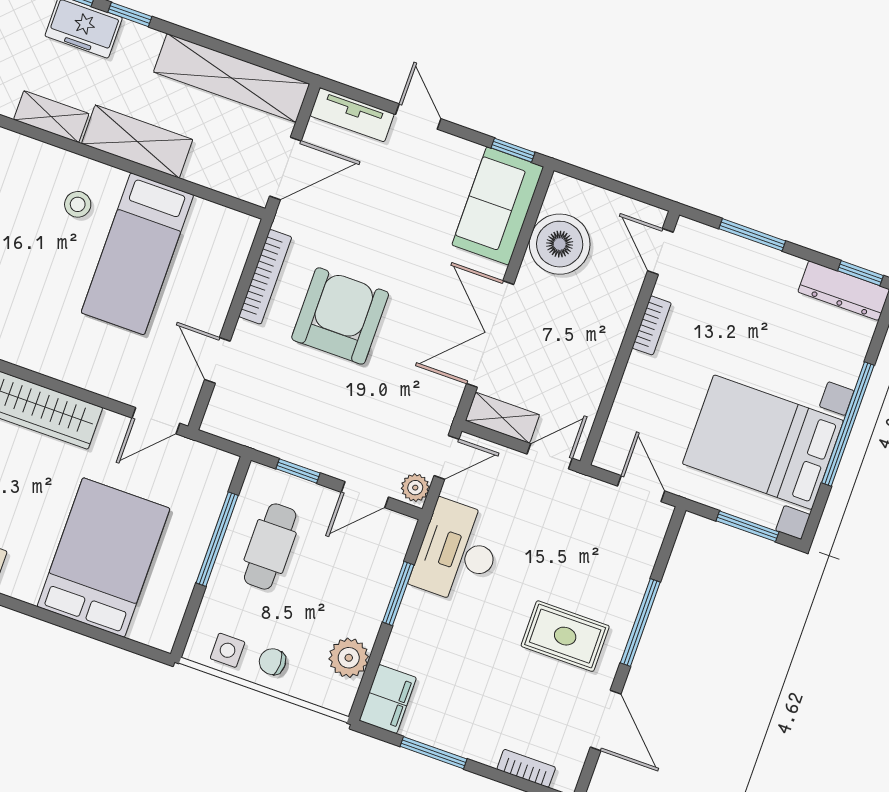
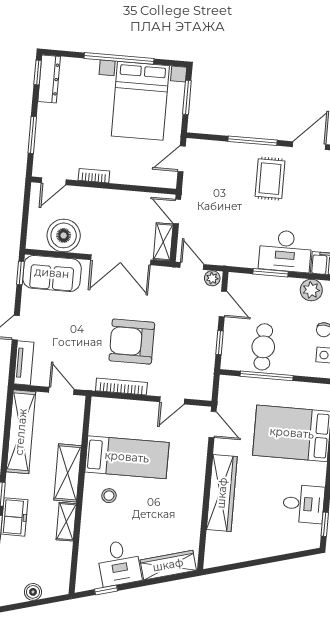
door: (285, 168) -> (61, 391), width x0.73
cafe table: (270, 547) -> (263, 347), turned 90
desk: (457, 552) -> (285, 251), moved

